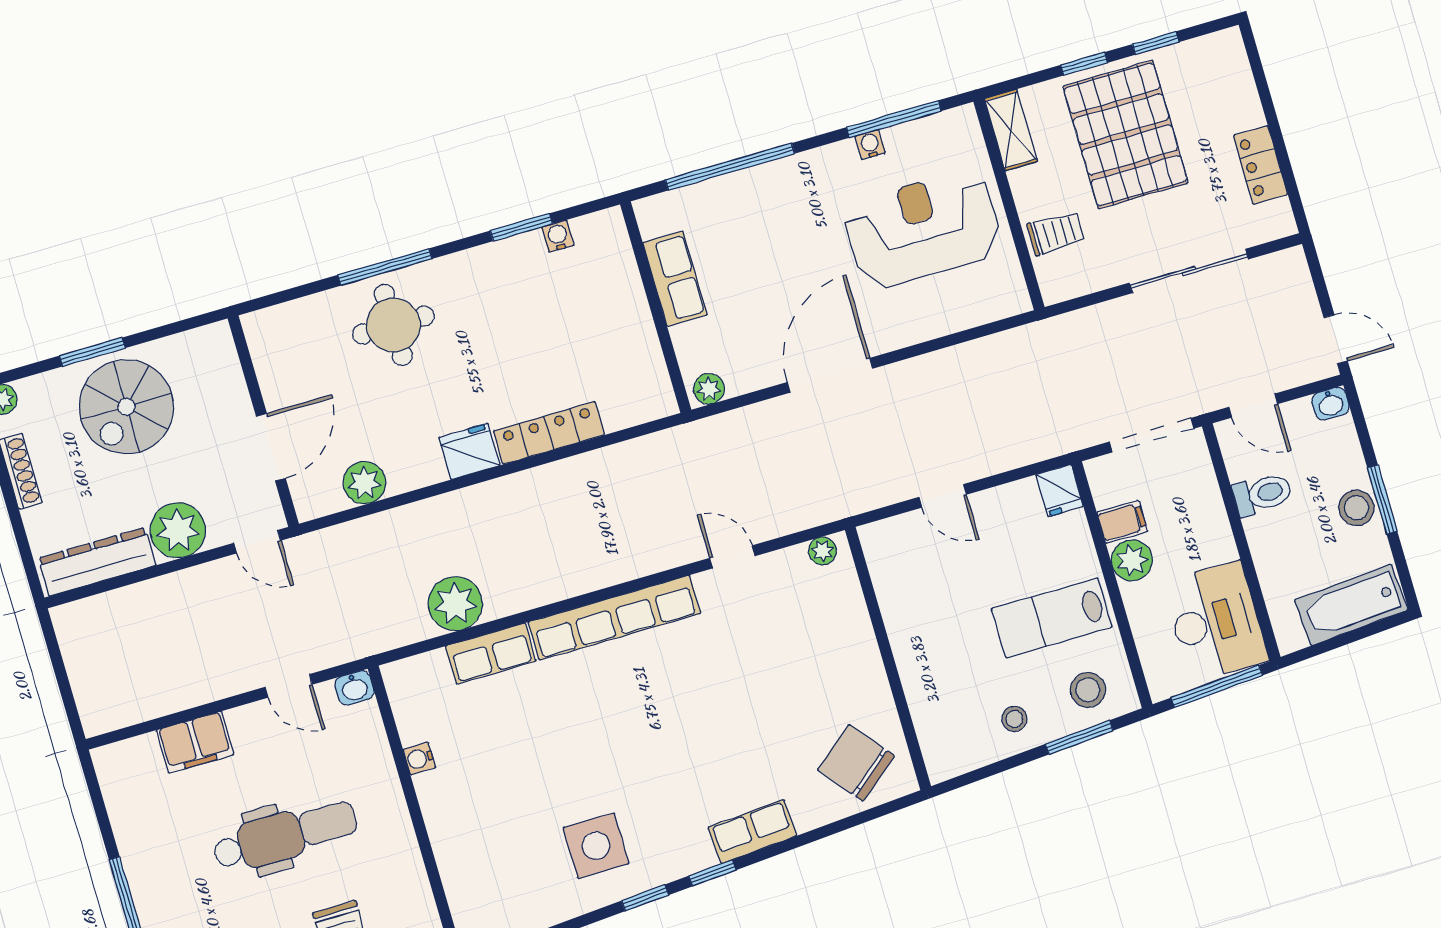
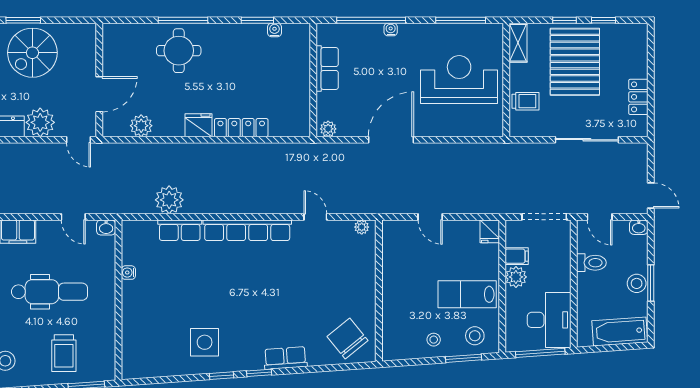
water cooler: (870, 145) -> (391, 30), moved

